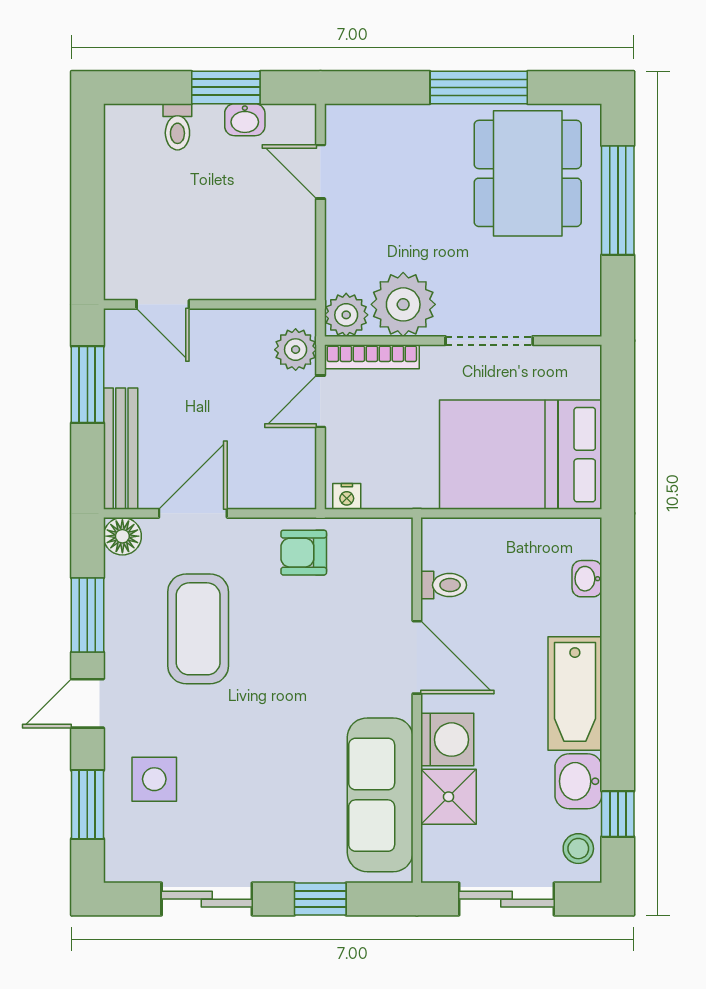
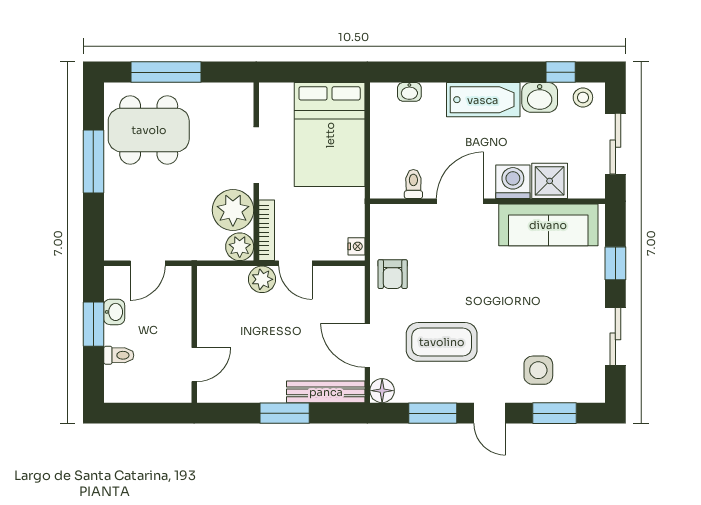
door: (163, 304) -> (194, 365), moved
wall: (210, 304) -> (194, 334), moved

